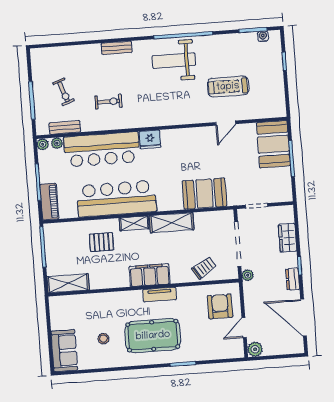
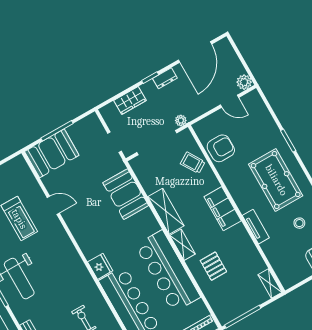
shelving: (68, 283) -> (270, 283), width x0.67, depth x0.75
tv unit: (160, 295) -> (256, 227), moved
armchair: (220, 306) -> (221, 148), moved, turned 180

